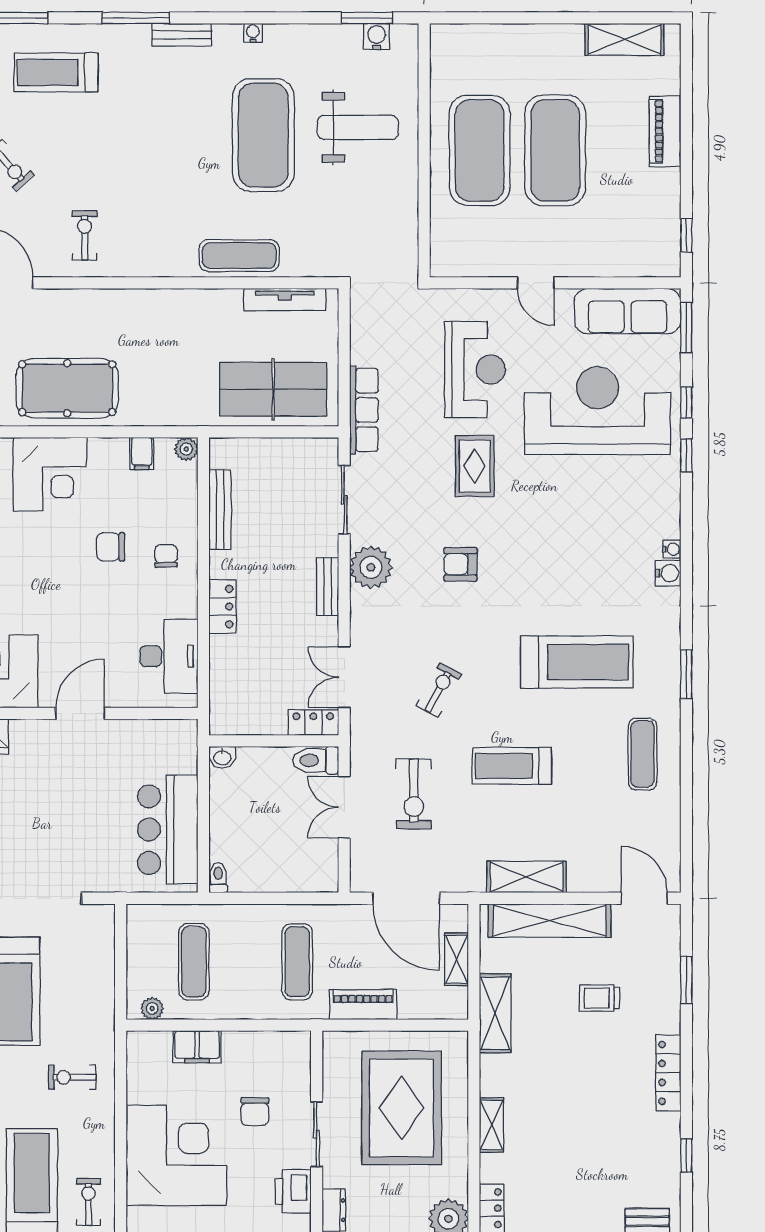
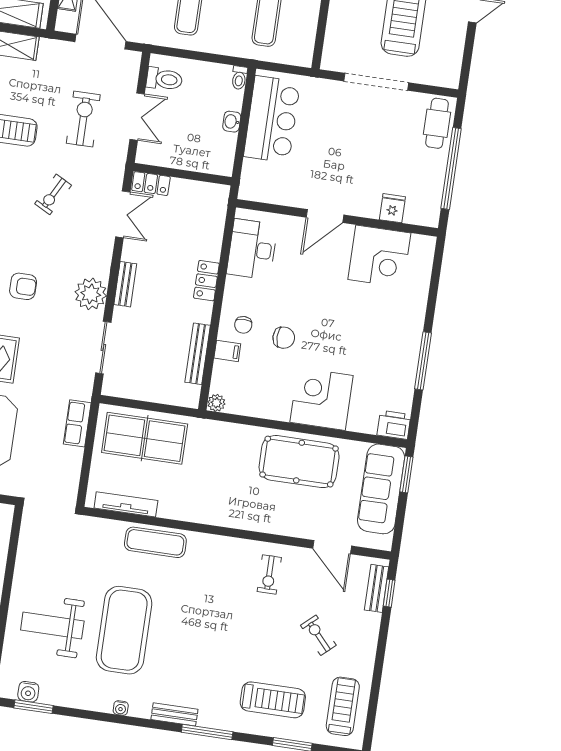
row of seats: (364, 410) -> (77, 423), width x0.68
filing cabinet: (142, 454) -> (227, 351), moved, turned 90
washbasin: (222, 757) -> (232, 122), moved, turned -90
toilet: (316, 760) -> (164, 79), moved

